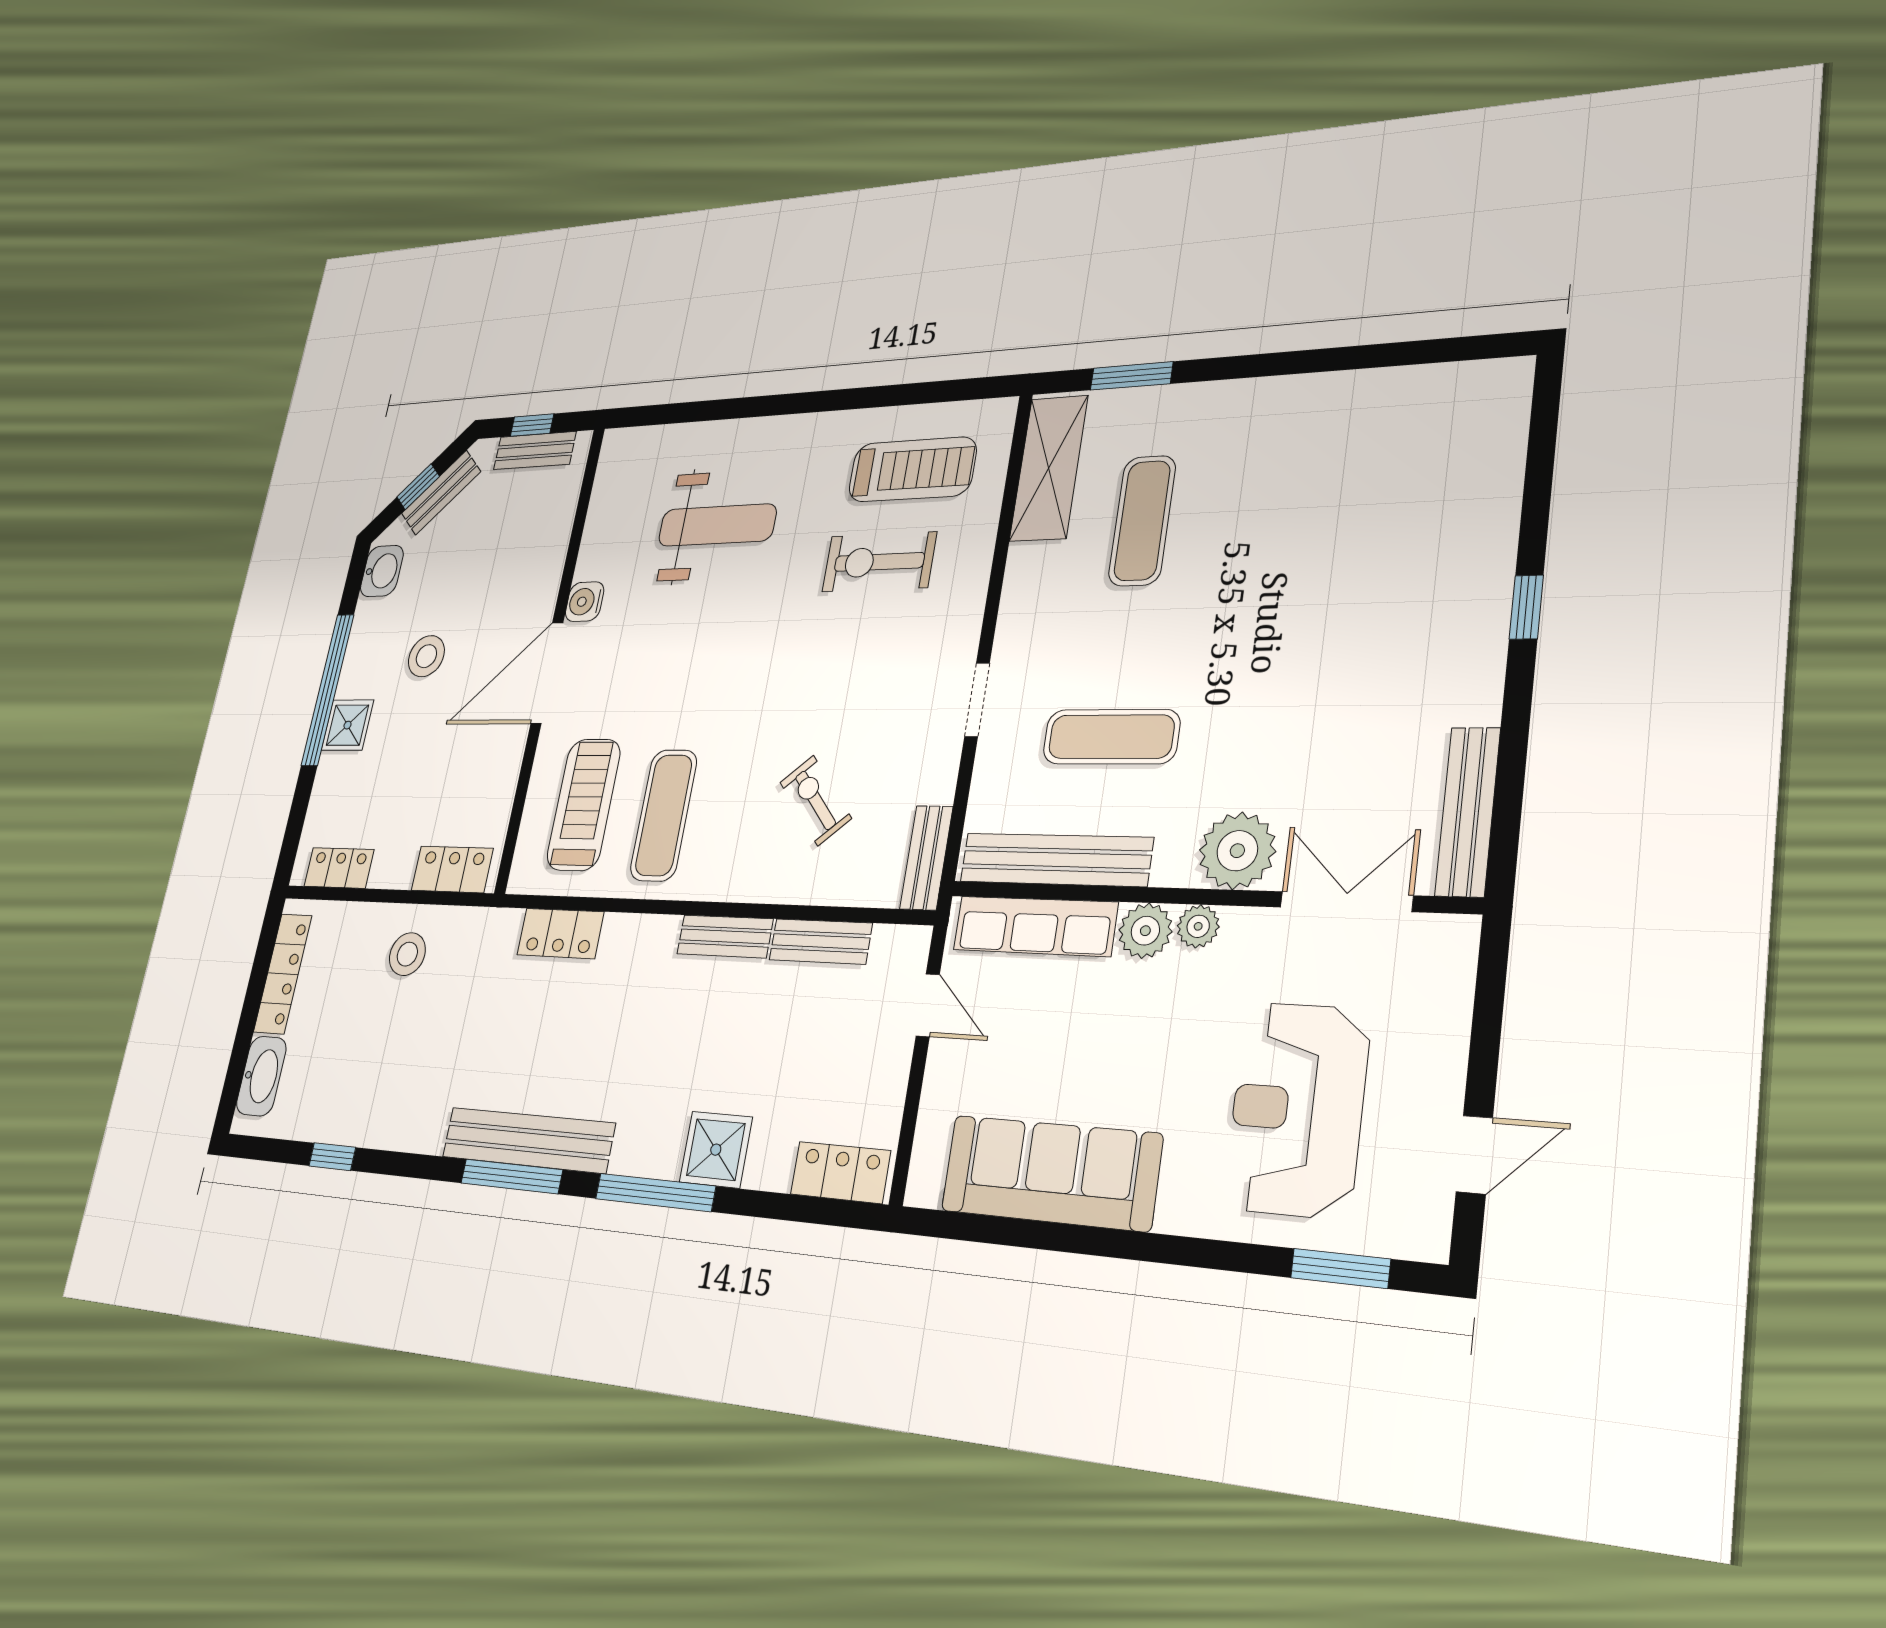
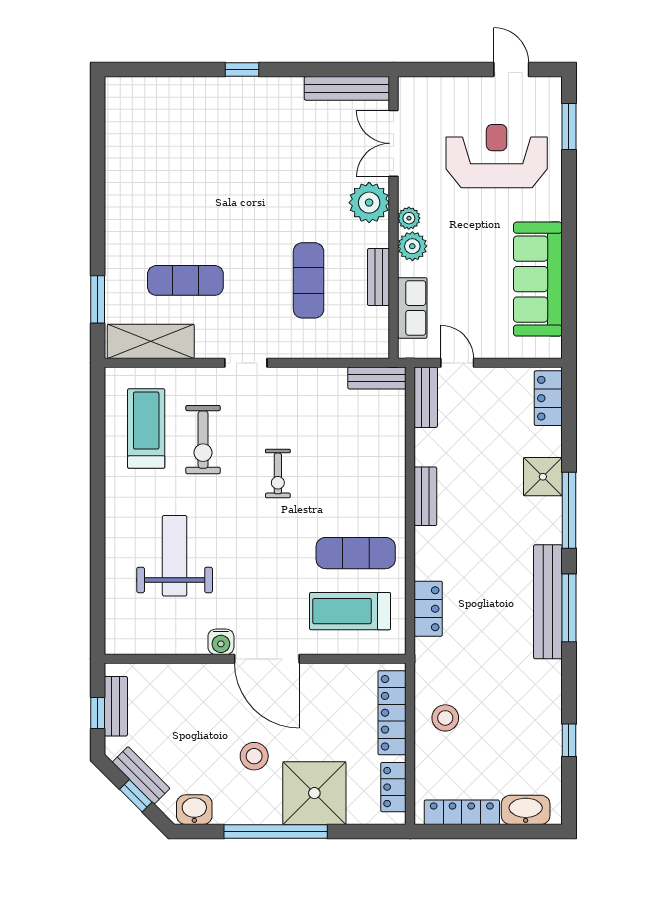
doorway: (977, 700) -> (246, 363), moved
shower: (347, 725) -> (314, 793), width x1.86, depth x1.86
exercise bike: (816, 800) -> (278, 473), moved, turned -49
bench: (1056, 860) -> (379, 277), width x0.54, depth x0.82
locker: (452, 869) -> (392, 713), width x1.53
row of seats: (1035, 926) -> (412, 308), width x0.68
bench: (821, 941) -> (426, 397), moved
door: (928, 1005) -> (457, 363), hinge flipped
reception desk: (1297, 1109) -> (497, 156), turned 180

